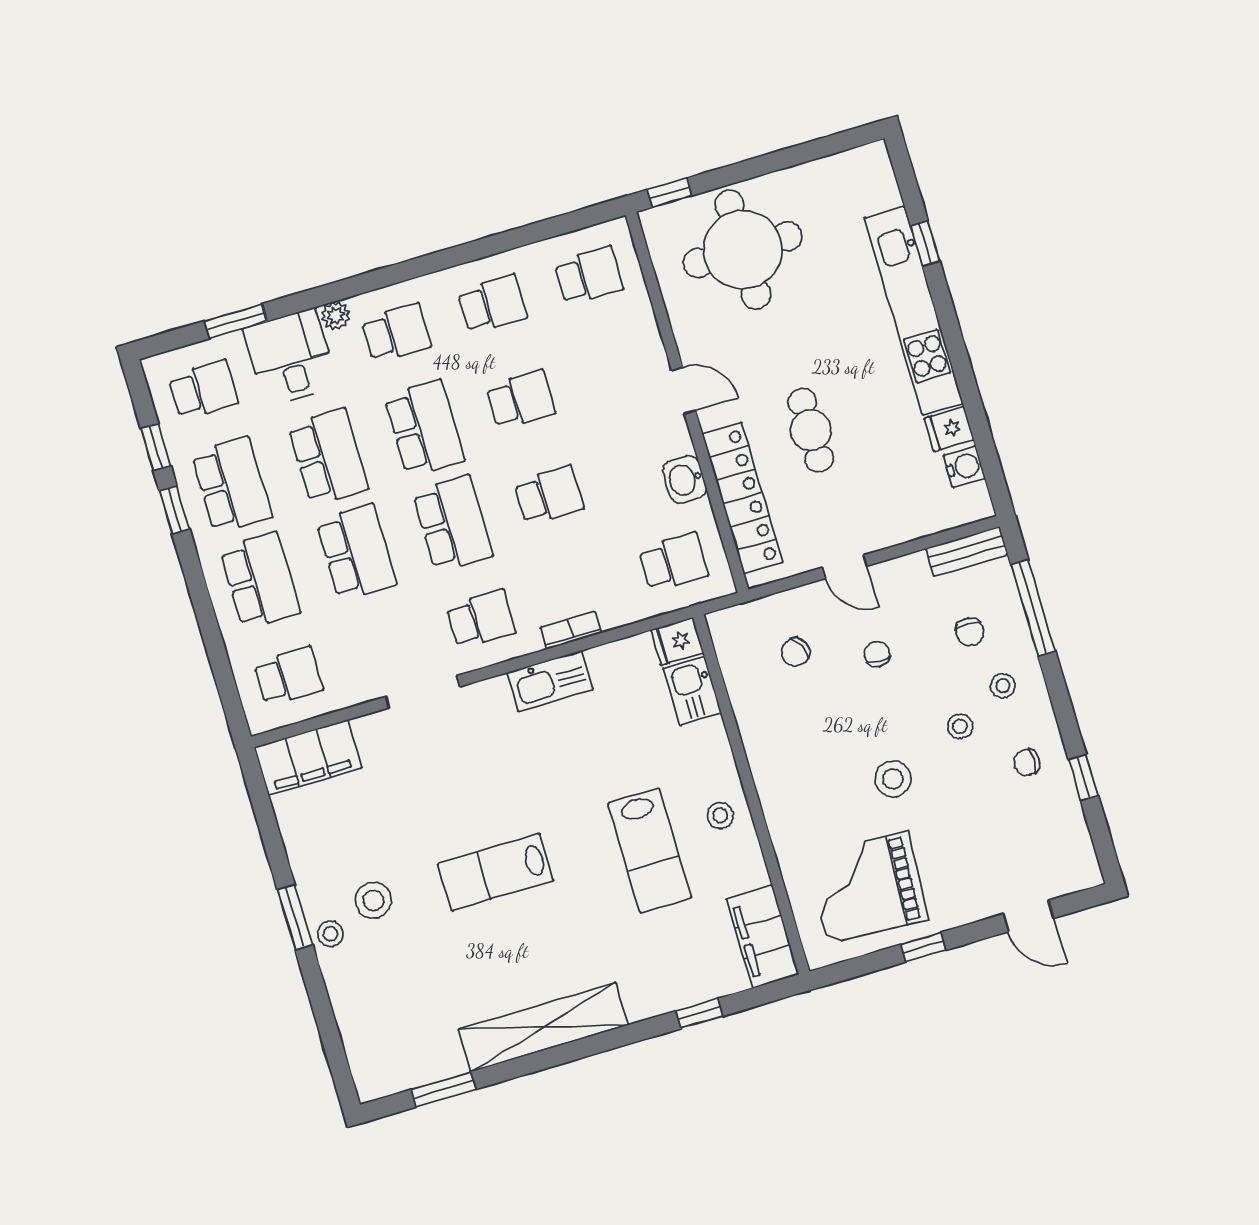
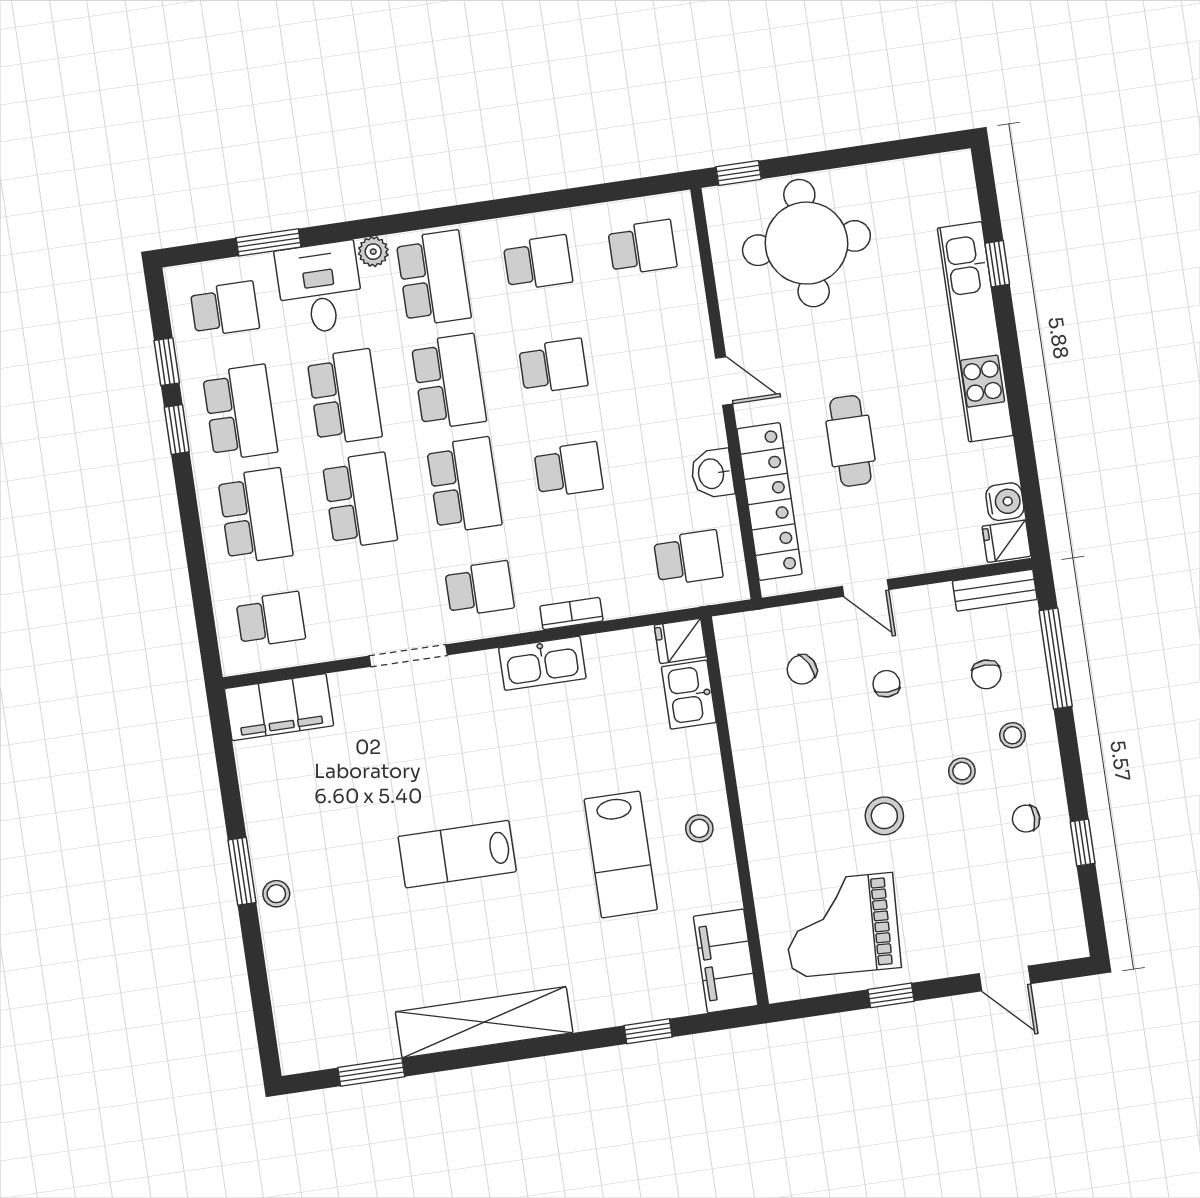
school desk: (396, 333) -> (434, 278), width x1.85
fridge: (949, 429) -> (1007, 541), moved
stool: (373, 900) -> (326, 865), removed

